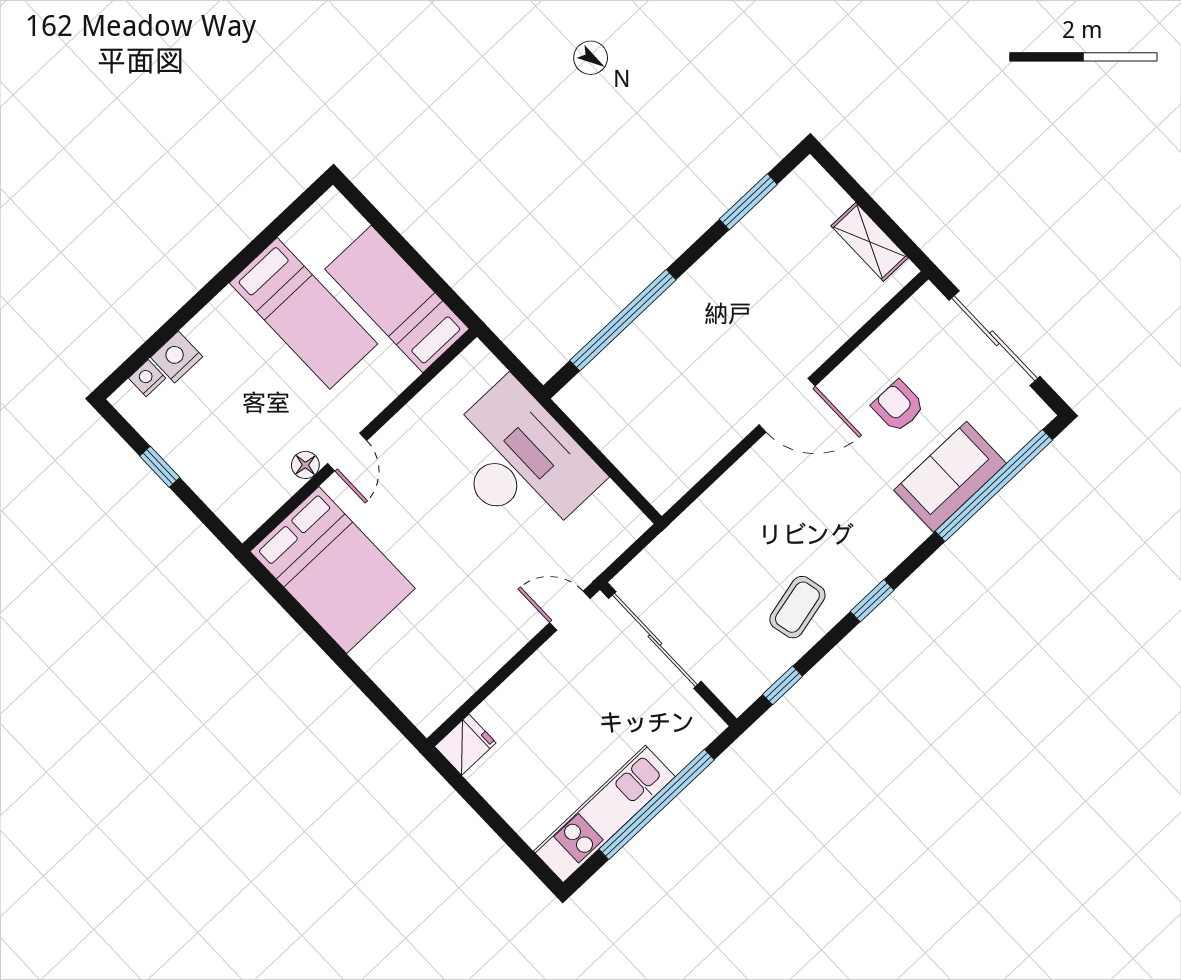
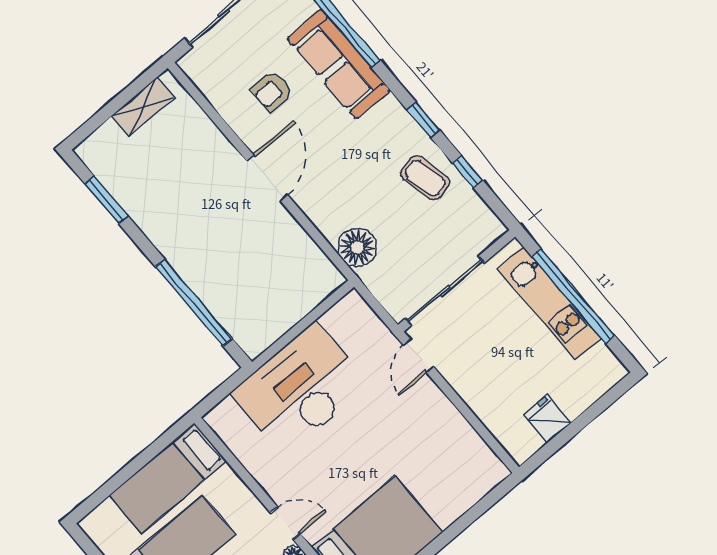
sofa: (950, 477) -> (339, 64), width x1.36
floor lamp: (704, 525) -> (357, 247), added
window: (783, 685) -> (468, 172), moved
fridge: (465, 745) -> (547, 419), moved
kitchen unit: (604, 814) -> (549, 303), moved

